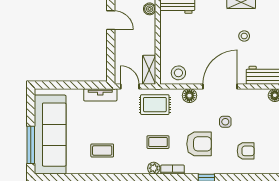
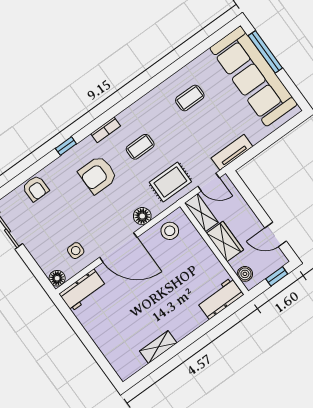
stool: (244, 36) -> (131, 315), removed
wardrobe: (147, 40) -> (225, 241), added
door: (220, 86) -> (118, 247), hinge flipped
side table: (225, 122) -> (76, 251), moved
armchair: (246, 151) -> (36, 188), moved, turned -90
plant: (154, 168) -> (125, 118), removed

